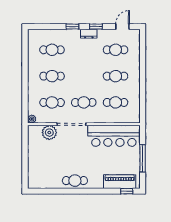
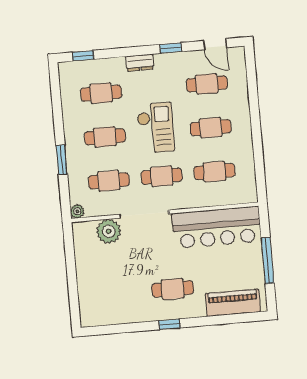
window: (72, 27) -> (83, 56), moved
door: (123, 27) -> (215, 44), swing flipped
dresser: (89, 34) -> (140, 63), moved
checkout: (83, 73) -> (155, 128), added
window: (25, 87) -> (62, 160), added
cafe table: (75, 181) -> (173, 289), moved
window: (127, 191) -> (169, 324), moved

